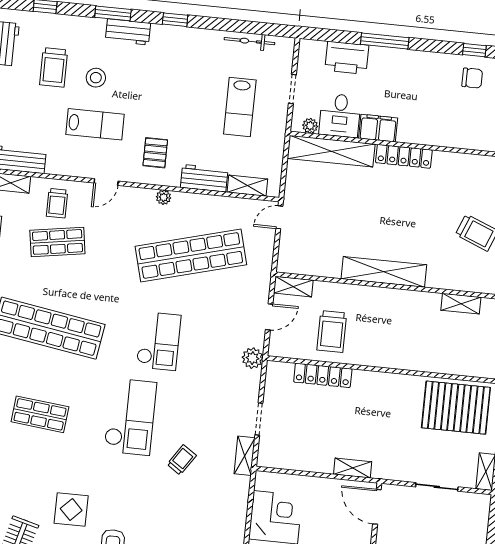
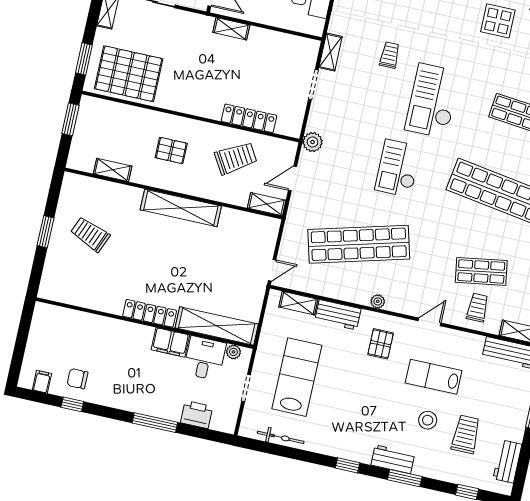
printer: (347, 58) -> (197, 415), width x0.73, depth x0.84
lab bench: (240, 107) -> (297, 377), width x1.36, depth x1.39
trolley: (332, 331) -> (236, 158), turned 59
pallet: (401, 332) -> (171, 150), added
trolley: (182, 460) -> (390, 55), turned 146

